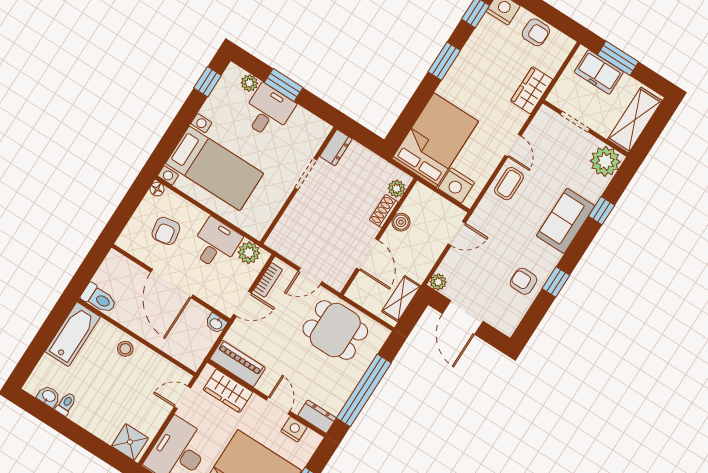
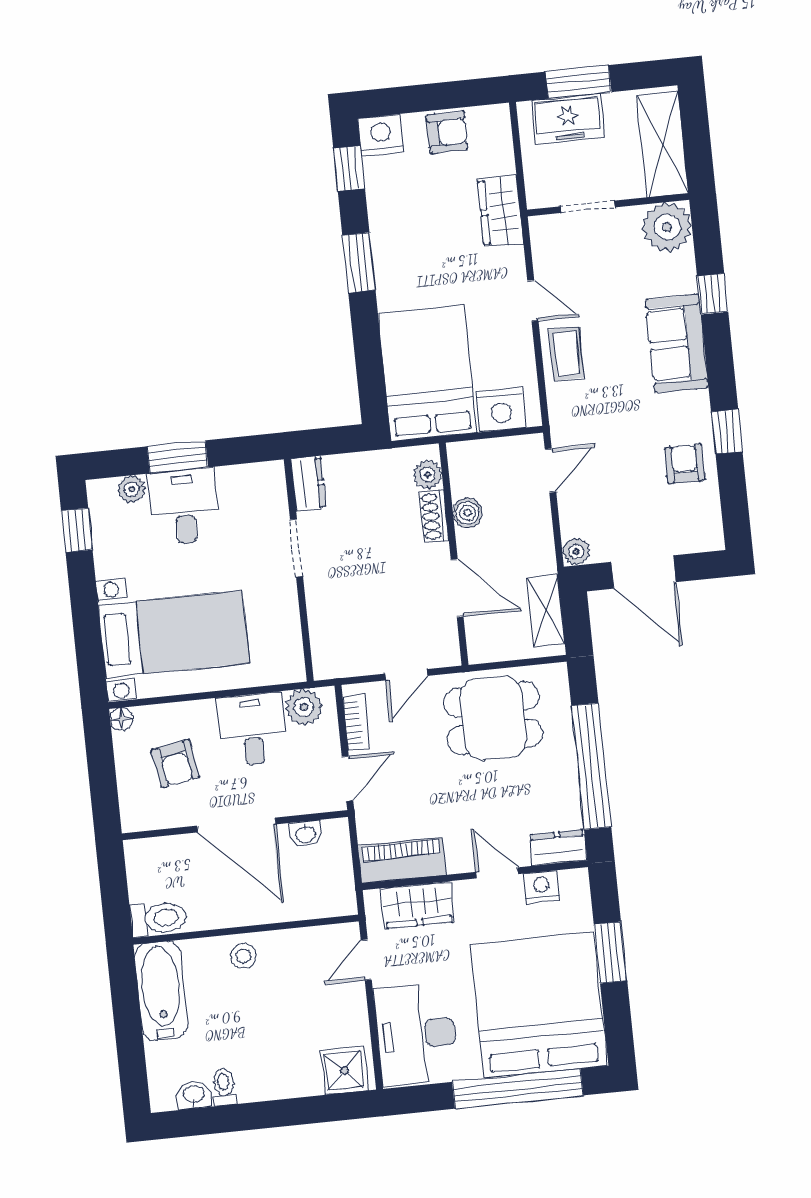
armchair: (523, 281) -> (685, 464), turned 90
washbasin: (216, 323) -> (305, 834), moved

